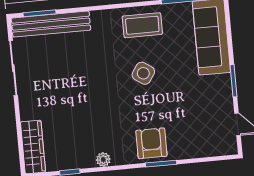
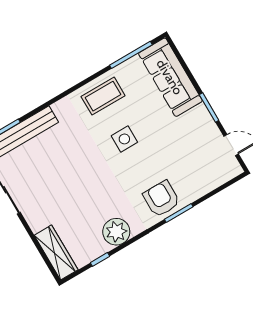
side table: (143, 73) -> (124, 139), turned -34
plant: (103, 160) -> (116, 232), width x1.88, depth x1.88

